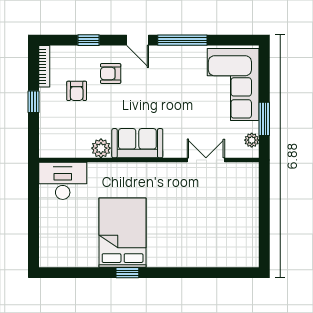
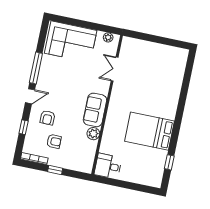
window: (264, 119) -> (96, 27), removed
desk: (63, 181) -> (108, 166), width x0.73
window: (127, 273) -> (169, 162), moved

